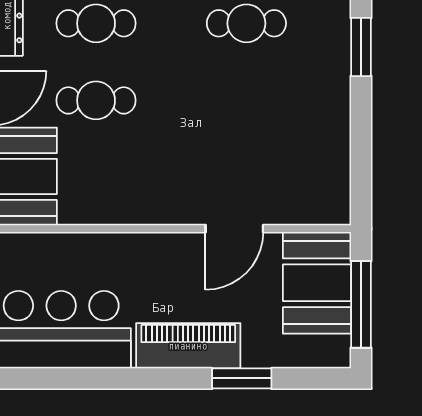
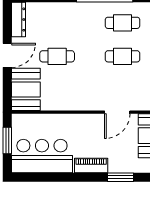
cafe table: (96, 23) -> (122, 56), moved
piano: (188, 346) -> (91, 165), width x0.73, depth x0.75

